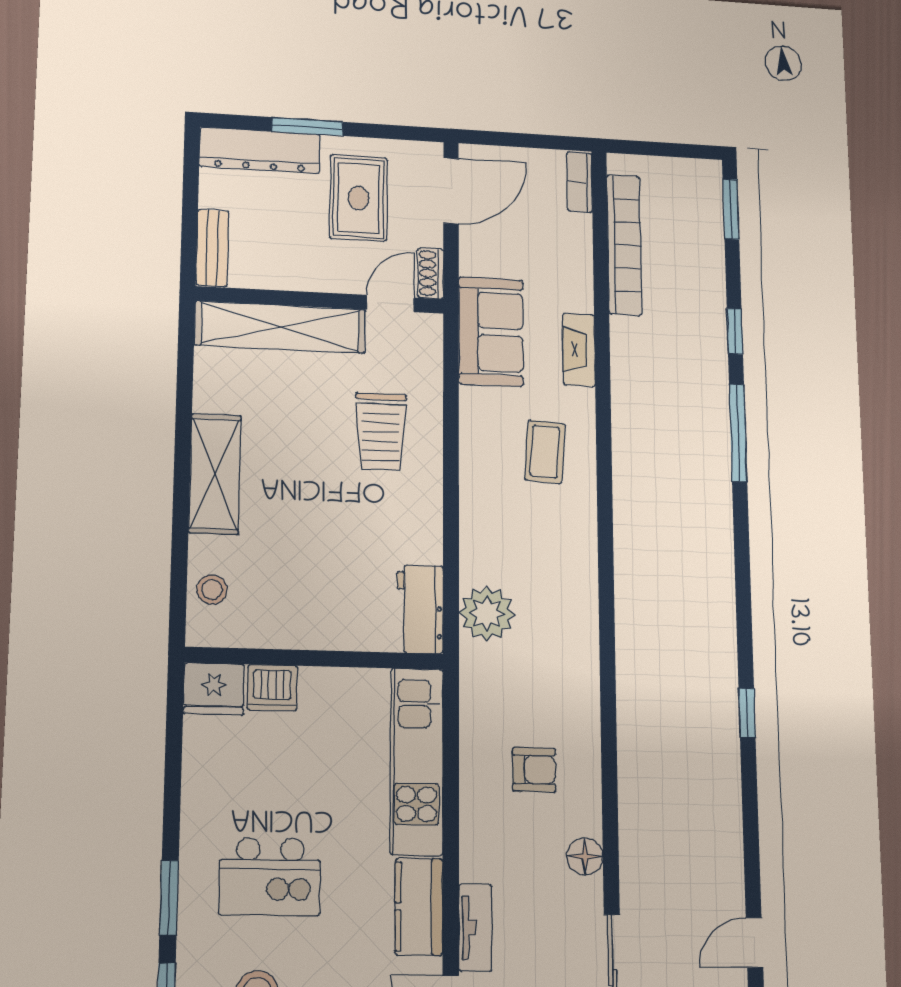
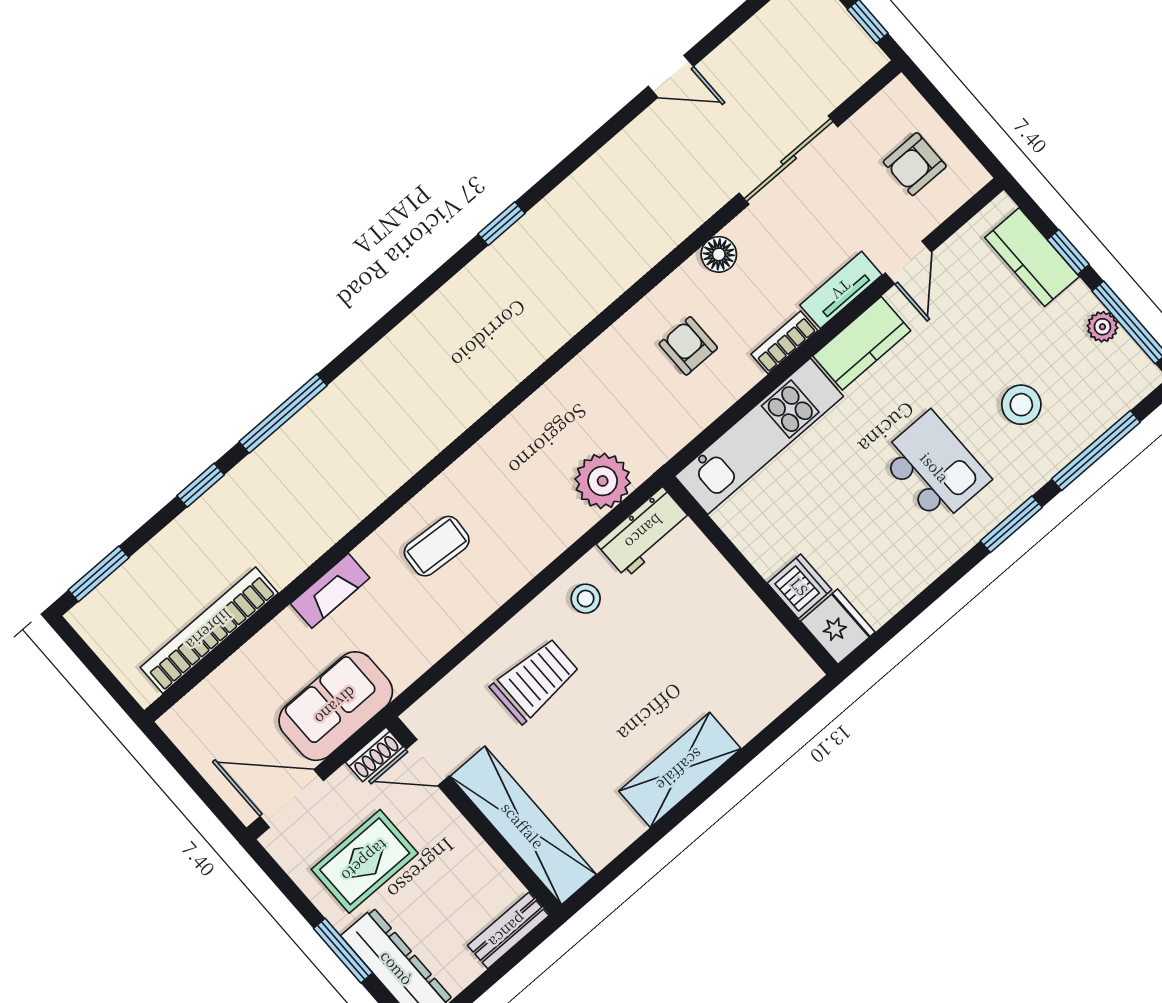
bookcase: (580, 182) -> (784, 342), moved, turned 180
sofa: (491, 332) -> (336, 706), moved
stool: (212, 589) -> (586, 599), moved

